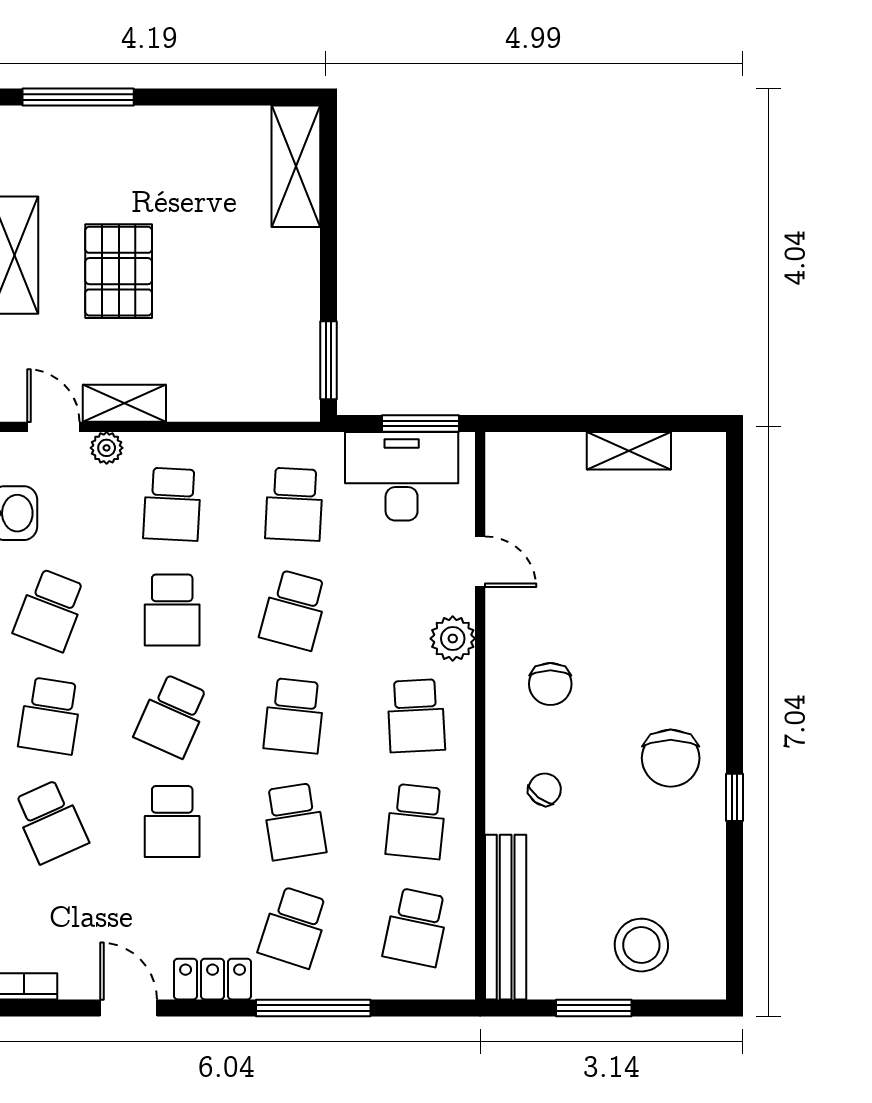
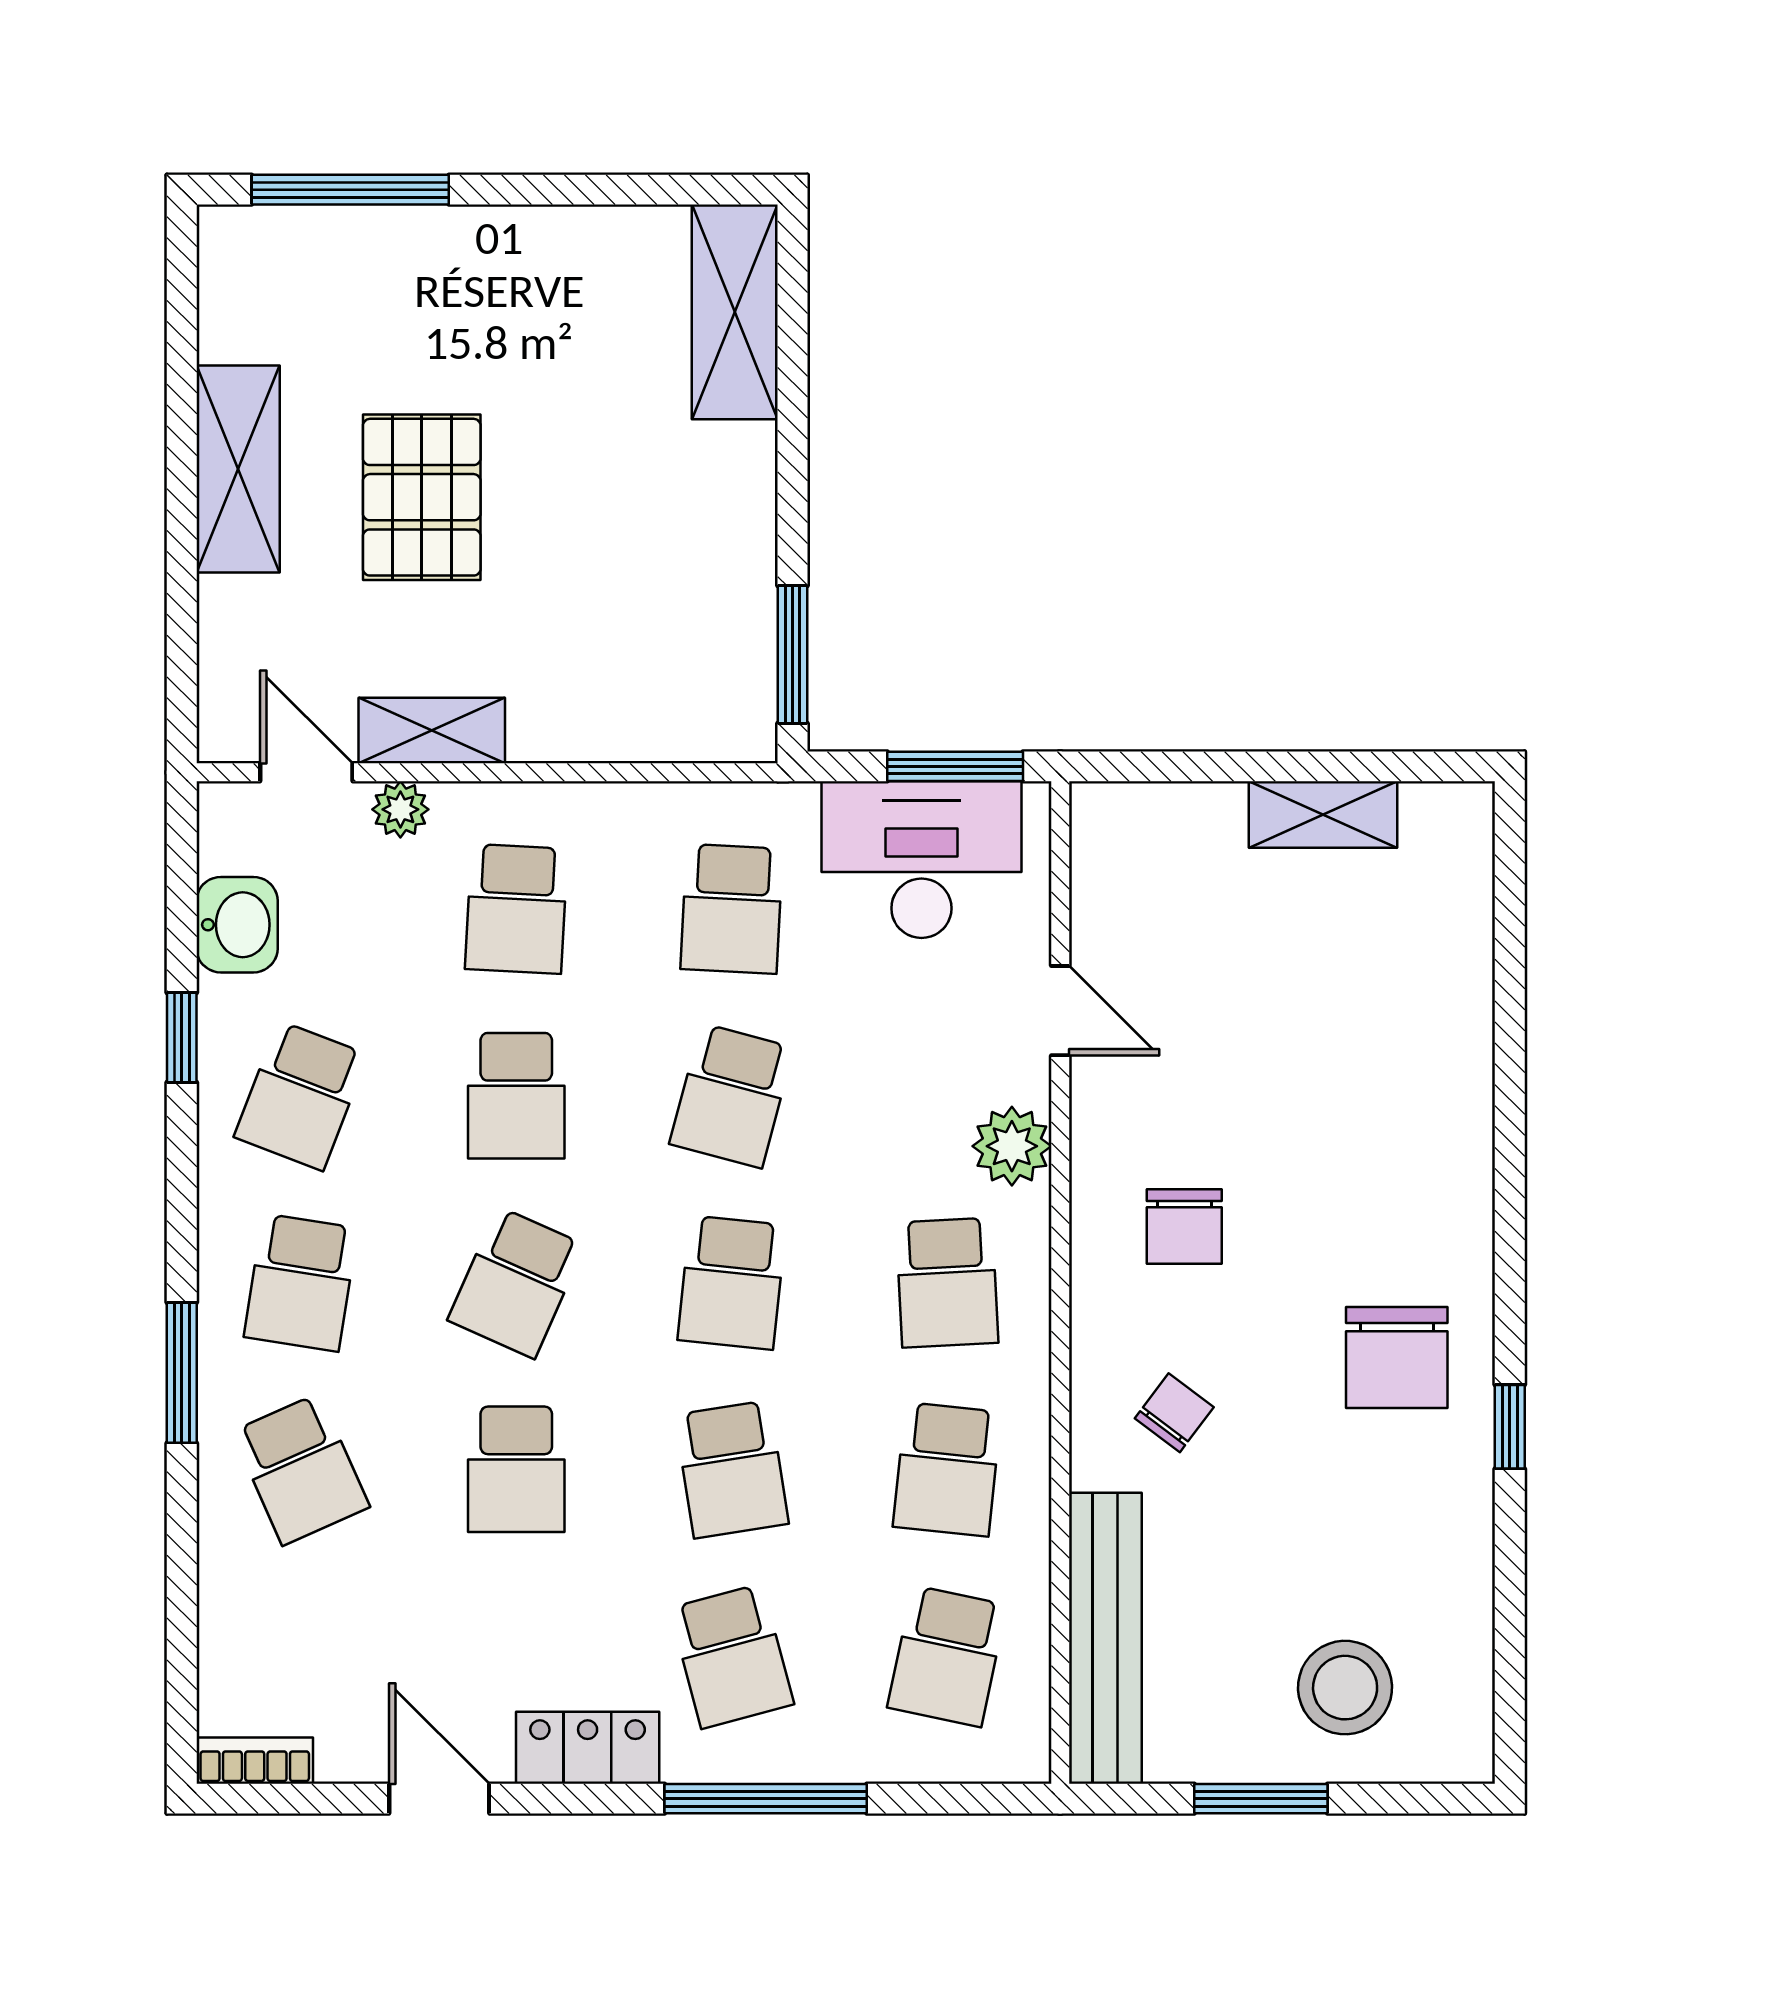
school desk: (294, 927) -> (732, 1656), turned -33

